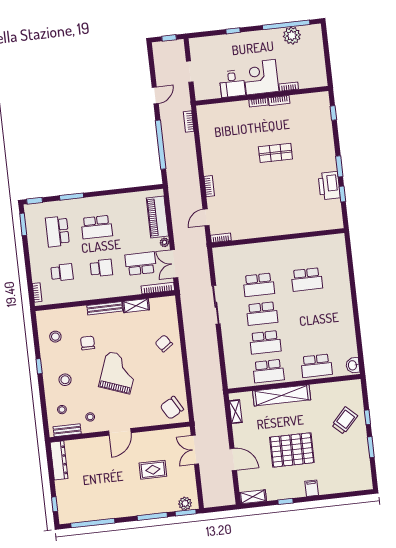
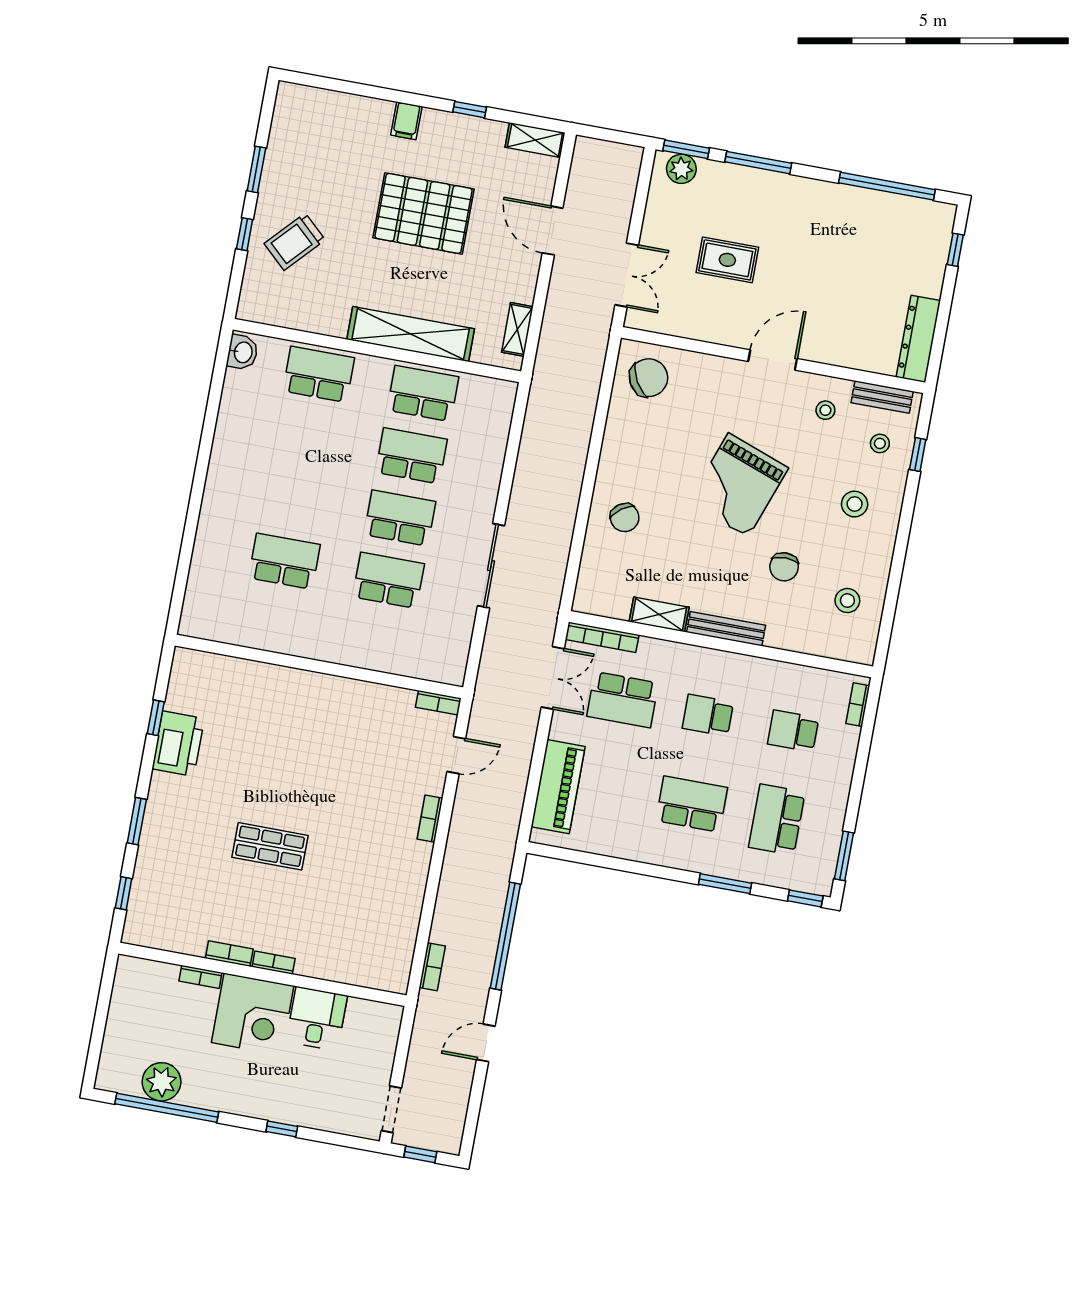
doorway: (190, 72) -> (391, 1109), moved
window: (339, 166) -> (137, 821), moved
school desk: (57, 231) -> (777, 820), turned 180
plant: (165, 242) -> (559, 729), removed
window: (39, 366) -> (918, 455), moved

